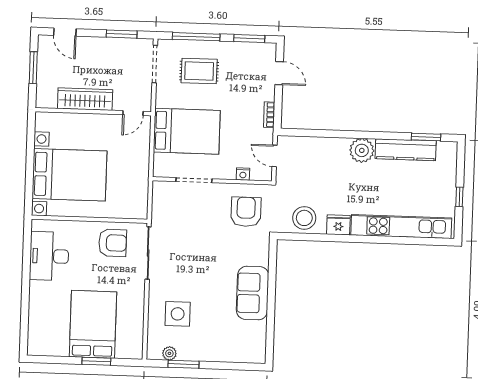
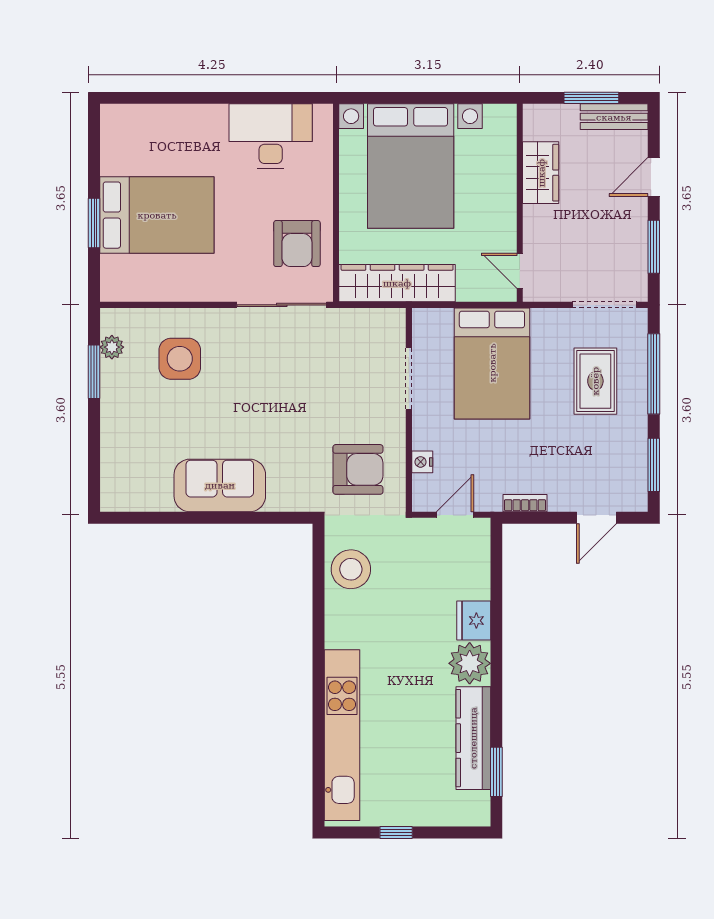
door: (65, 32) -> (654, 177), moved
bench: (45, 55) -> (614, 117), added
wardrobe: (85, 99) -> (541, 173), width x0.67
wardrobe: (138, 185) -> (397, 283), added
fridge: (338, 225) -> (474, 621), moved, turned 180

